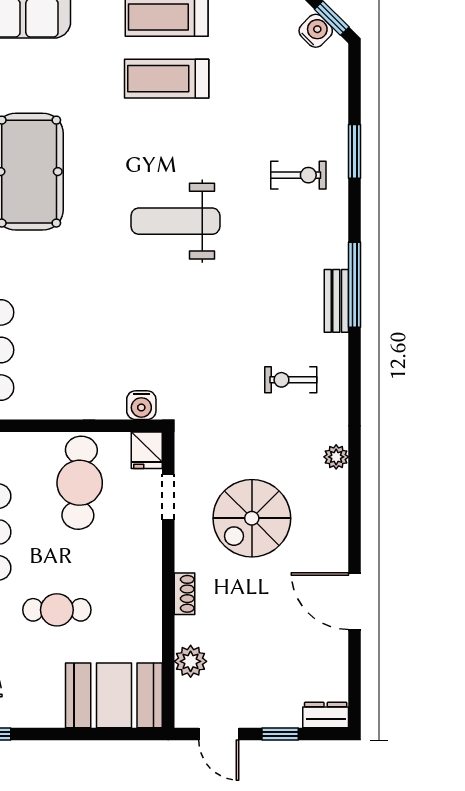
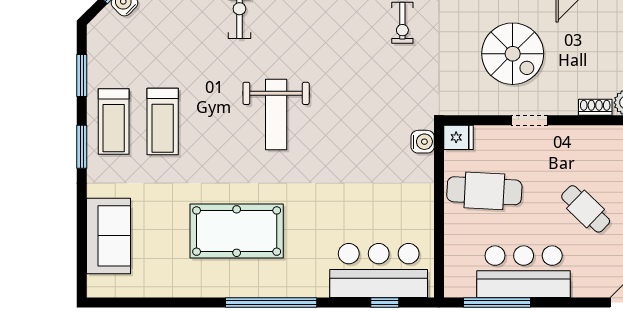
doorway: (168, 497) -> (530, 120), moved
shoe rack: (185, 594) -> (595, 107), moved
cafe table: (57, 610) -> (586, 209), turned -46

